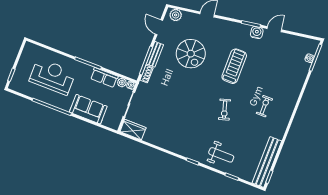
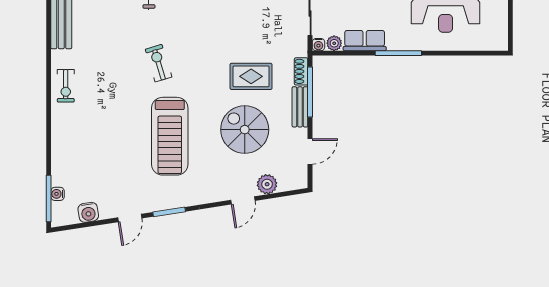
plant: (176, 15) -> (267, 184), moved
door: (159, 27) -> (310, 151), hinge flipped
water cooler: (257, 33) -> (88, 212), moved
treadmill: (234, 66) -> (170, 136), width x1.37, depth x1.37
rug: (176, 82) -> (251, 76), added
exercise bike: (264, 106) -> (66, 86), moved

